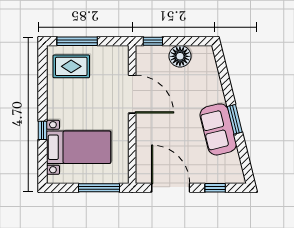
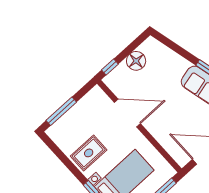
rug: (71, 66) -> (89, 153), moved

